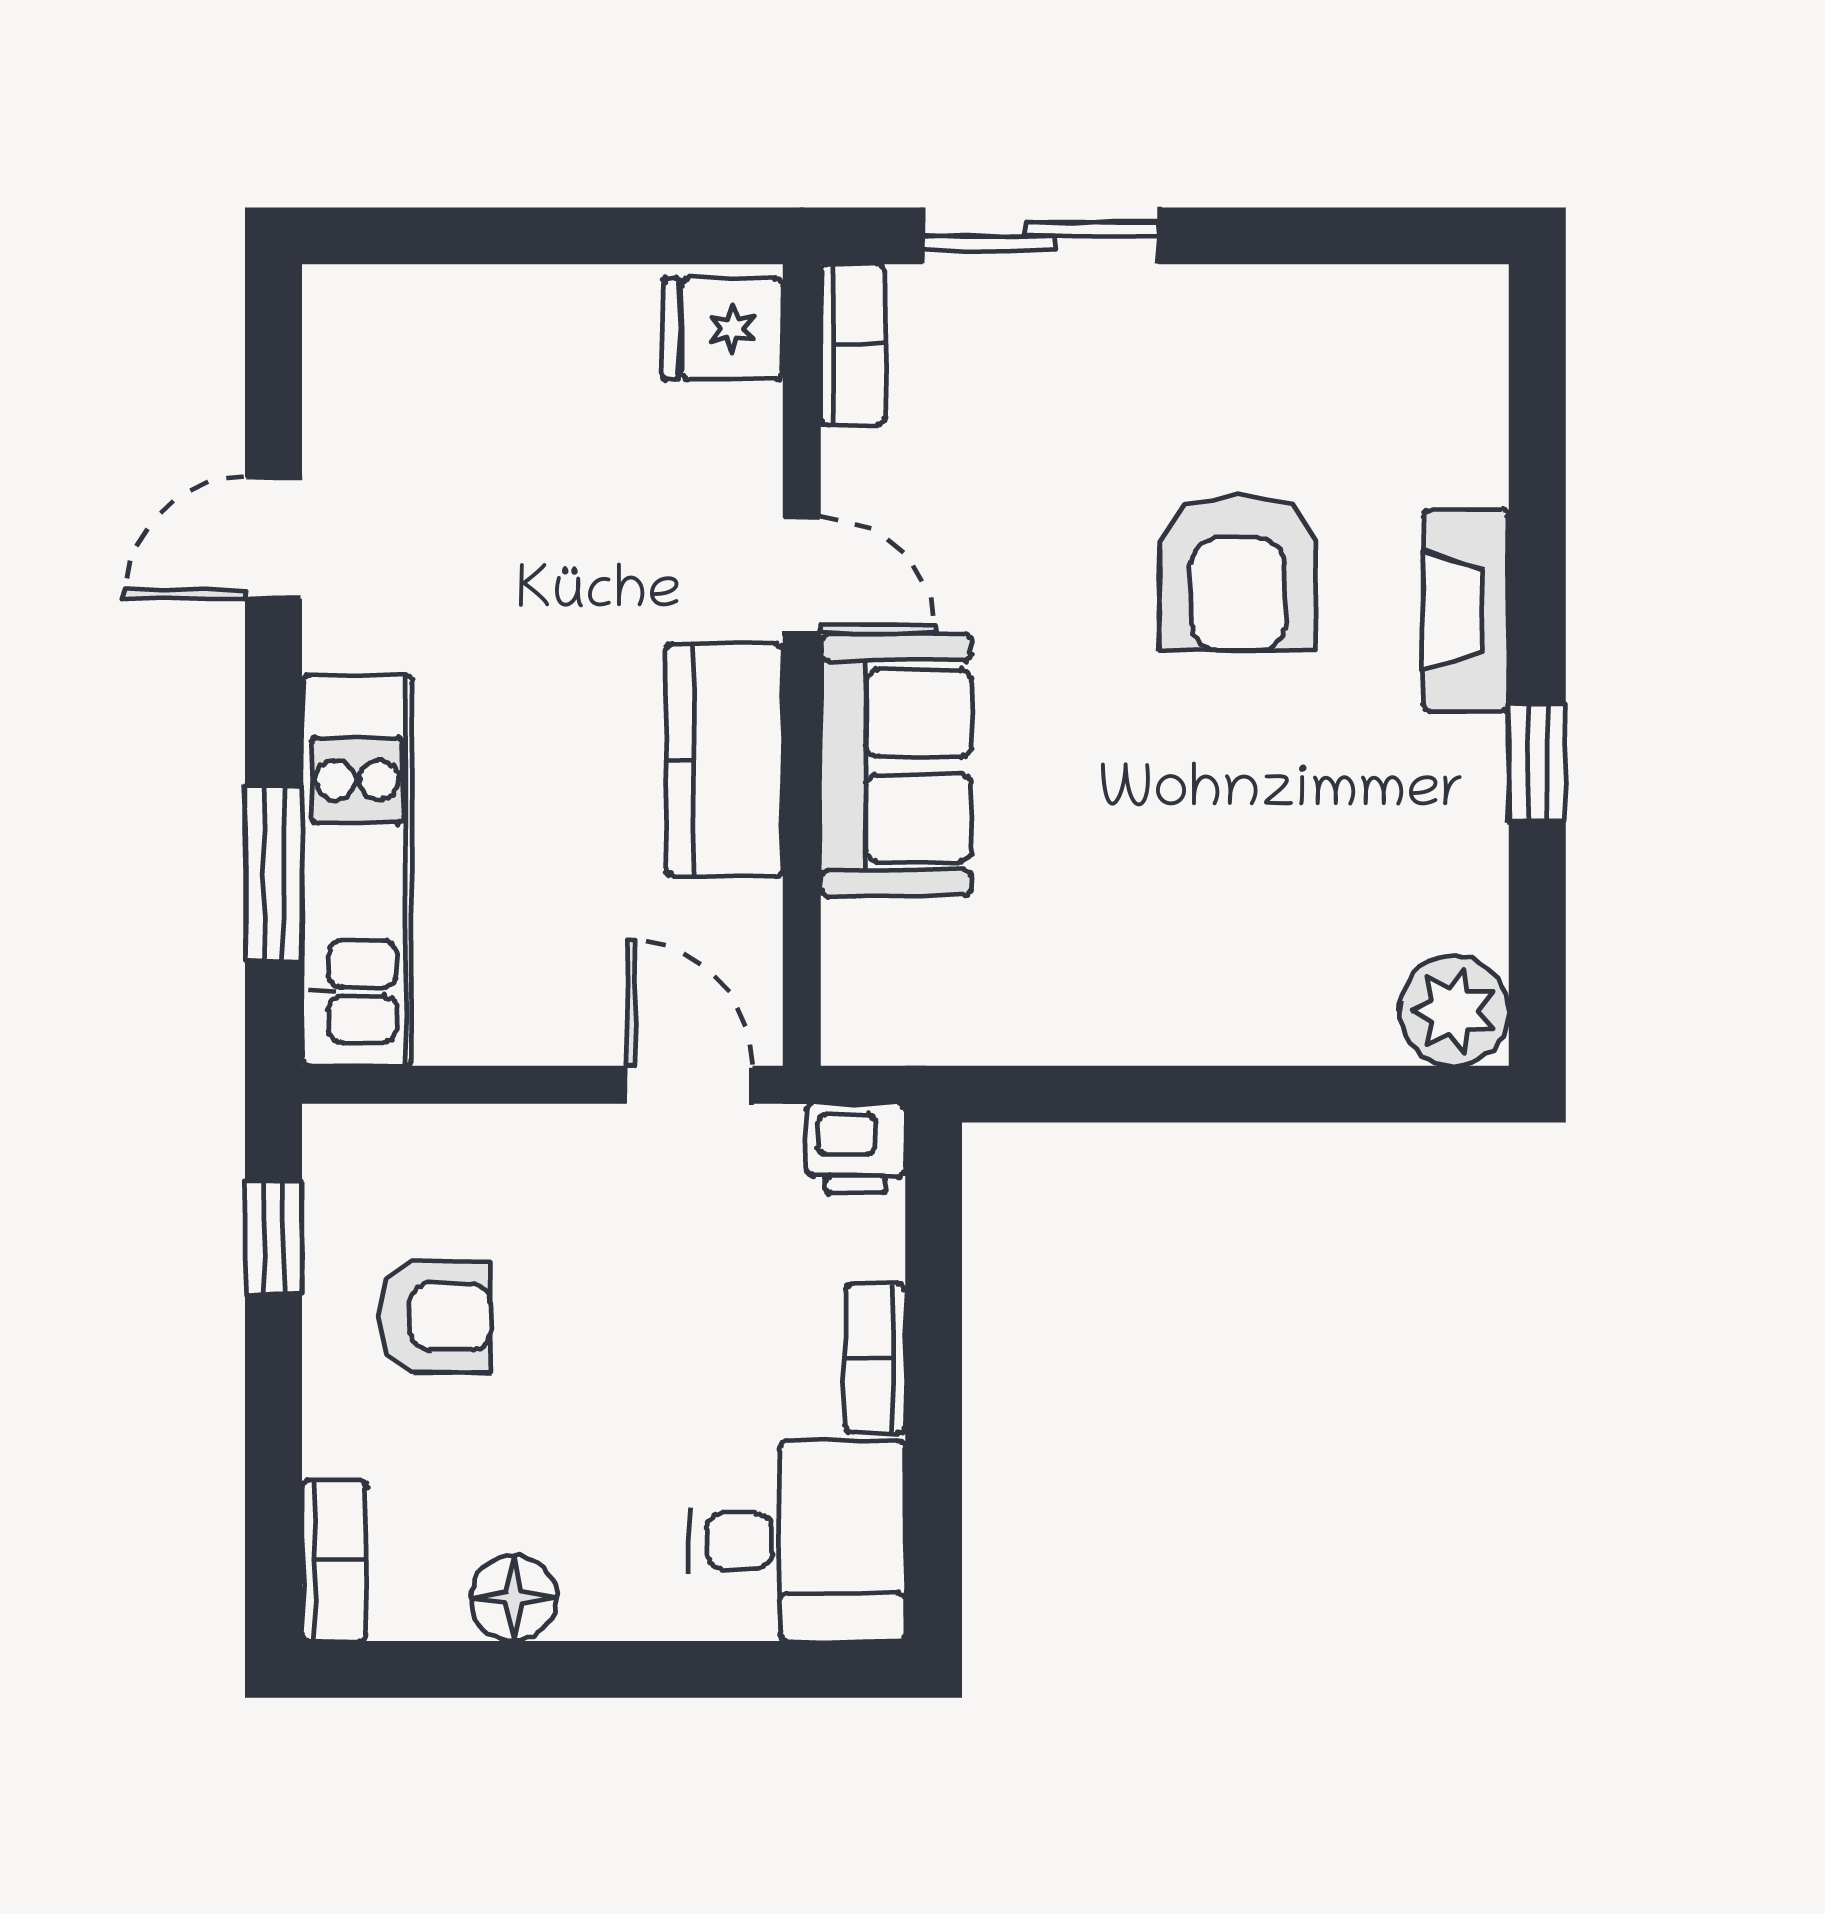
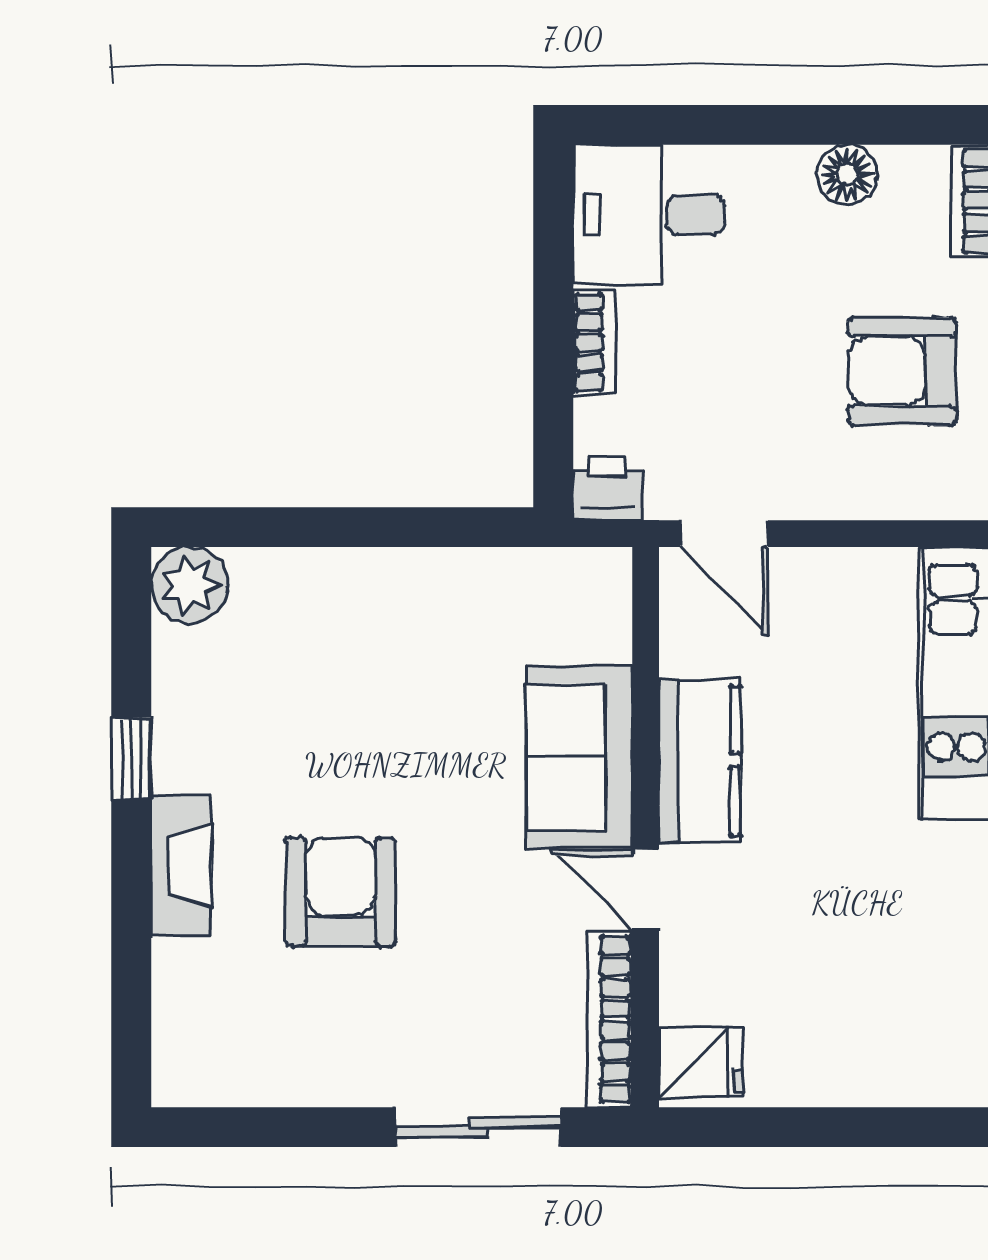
bookcase: (853, 345) -> (610, 1019), width x1.56
armchair: (435, 1317) -> (902, 371), width x1.38, depth x1.38

